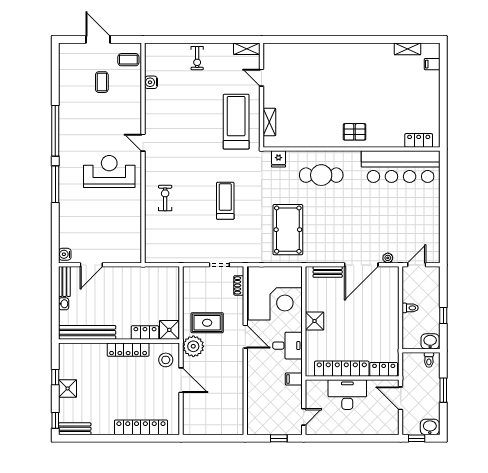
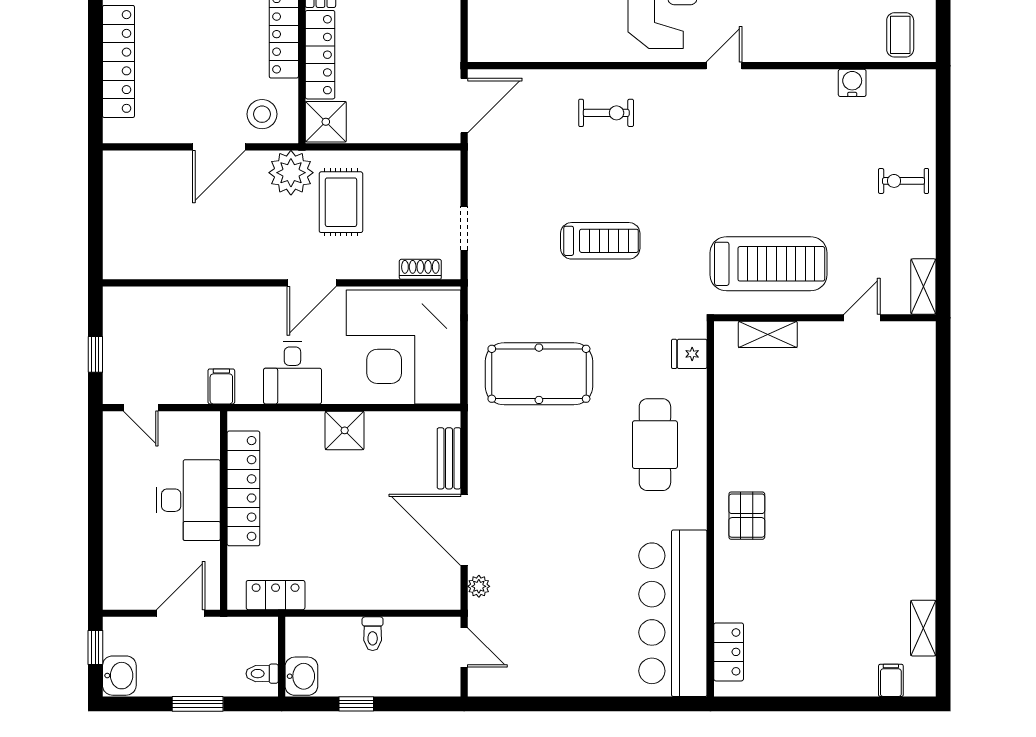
door: (162, 265) -> (464, 106), added
locker: (145, 333) -> (320, 55), width x1.53
locker: (384, 369) -> (276, 595), moved, turned -90

